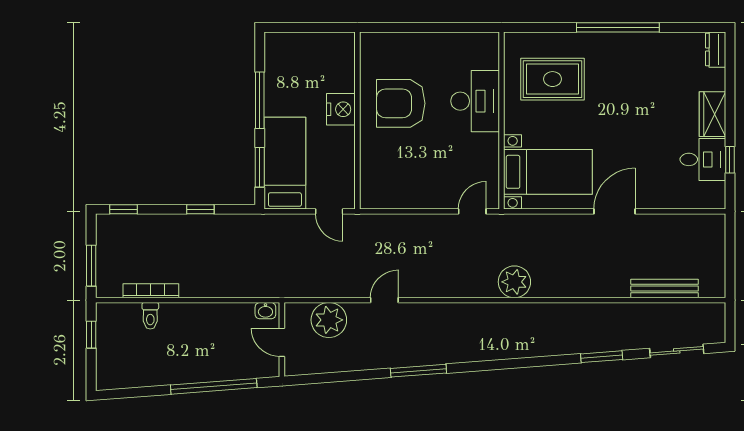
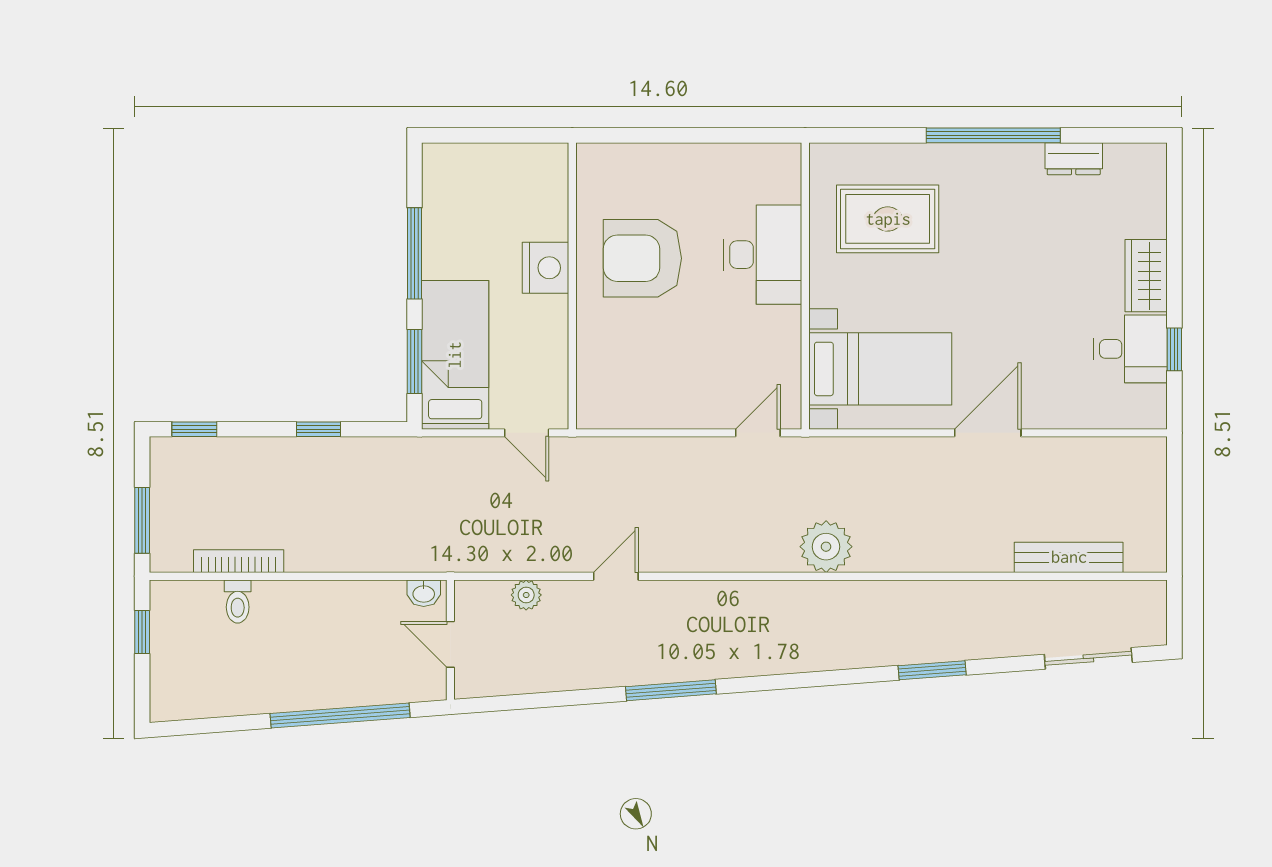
dresser: (716, 50) -> (1074, 159), moved, turned -90
plant: (329, 320) -> (526, 595), width x0.53, depth x0.53
window: (602, 357) -> (932, 670), moved

